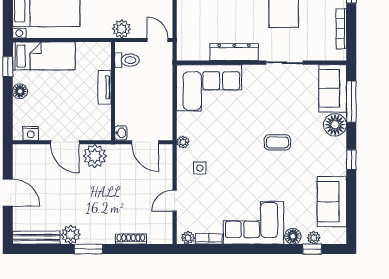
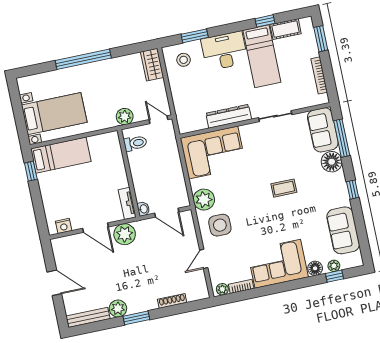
tv unit: (105, 87) -> (127, 203), moved
floor lamp: (20, 91) -> (46, 191), removed
plant: (183, 142) -> (204, 200), width x1.88, depth x1.88
side table: (200, 168) -> (220, 225), width x1.87, depth x1.87

